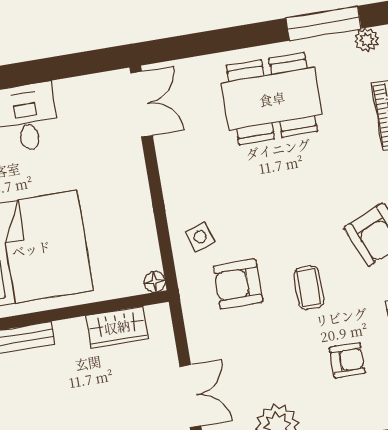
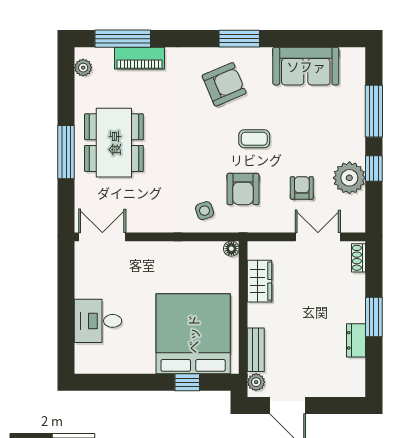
window: (324, 23) -> (66, 152), moved
armchair: (347, 360) -> (302, 188), moved

